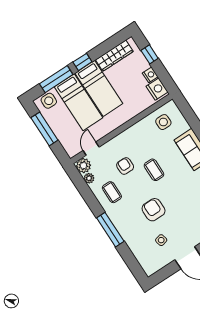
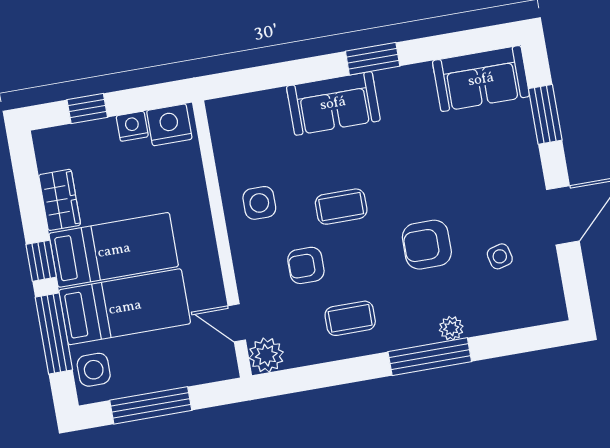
wardrobe: (114, 56) -> (60, 200), width x0.67
side table: (163, 122) -> (259, 203), moved
plant: (89, 178) -> (451, 328), moved

